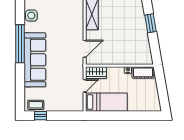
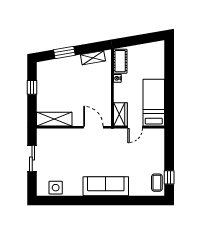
window: (20, 44) -> (88, 200), removed
shelving: (146, 48) -> (93, 58), added
sofa: (35, 60) -> (106, 186), width x0.74, depth x0.79
door: (85, 86) -> (135, 127), swing flipped

